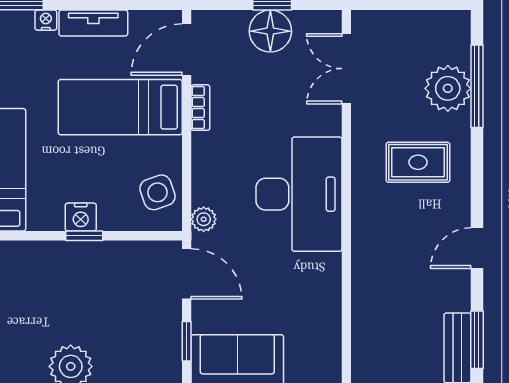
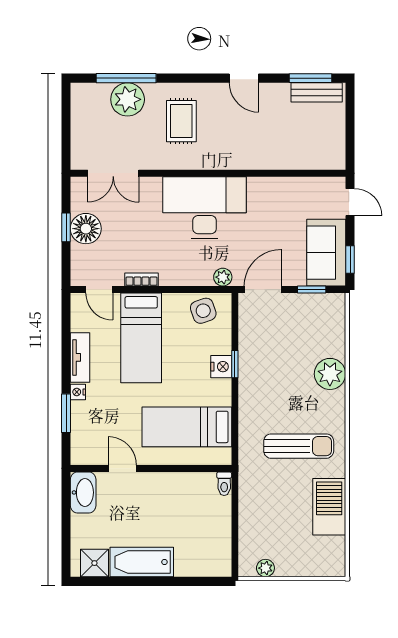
door: (187, 49) -> (99, 290), width x0.73

